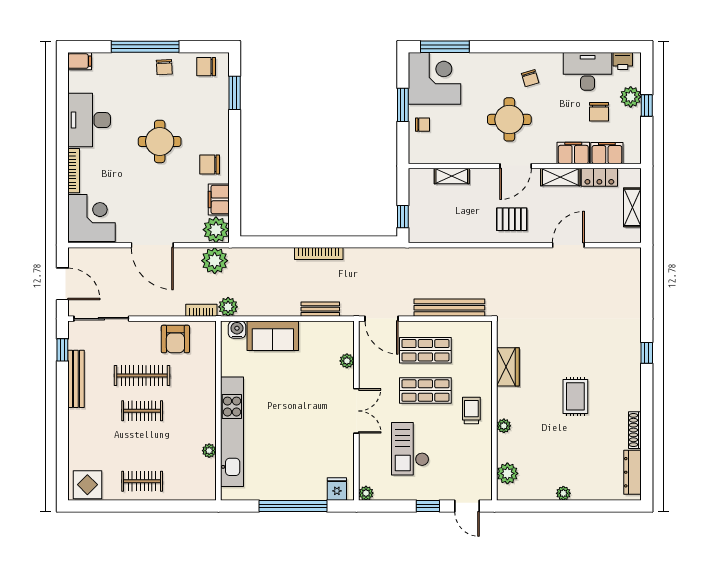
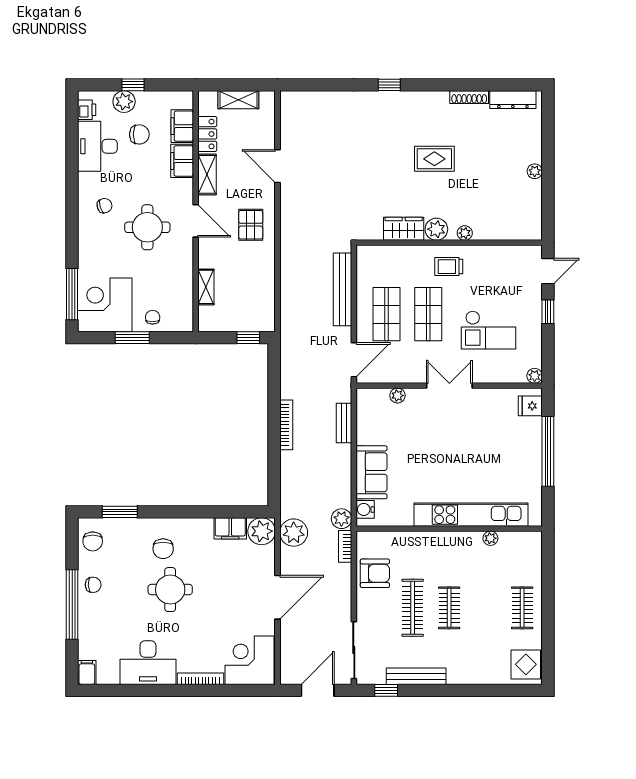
chair: (210, 164) -> (163, 549), moved
plant: (507, 473) -> (436, 229), moved

